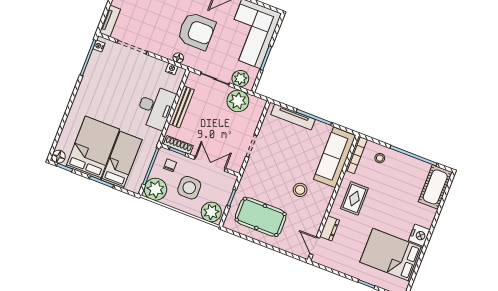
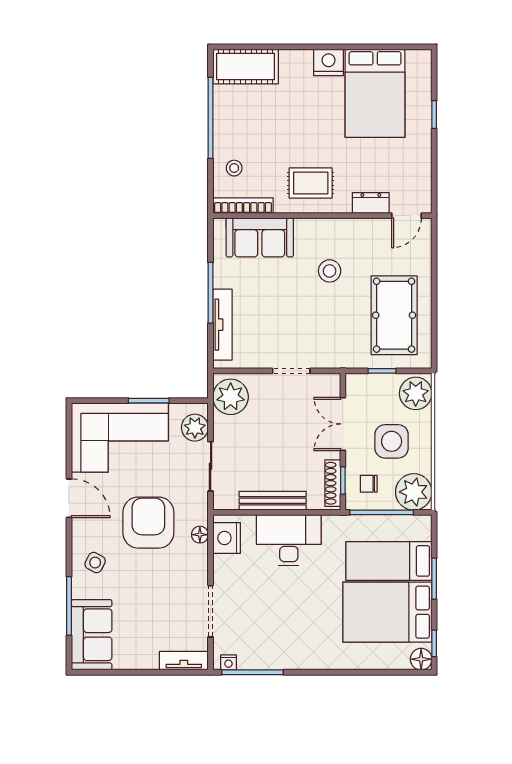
nightstand: (172, 69) -> (227, 538), width x1.89, depth x1.79
plant: (238, 101) -> (231, 397), moved
sofa: (335, 157) -> (260, 237), width x0.73

